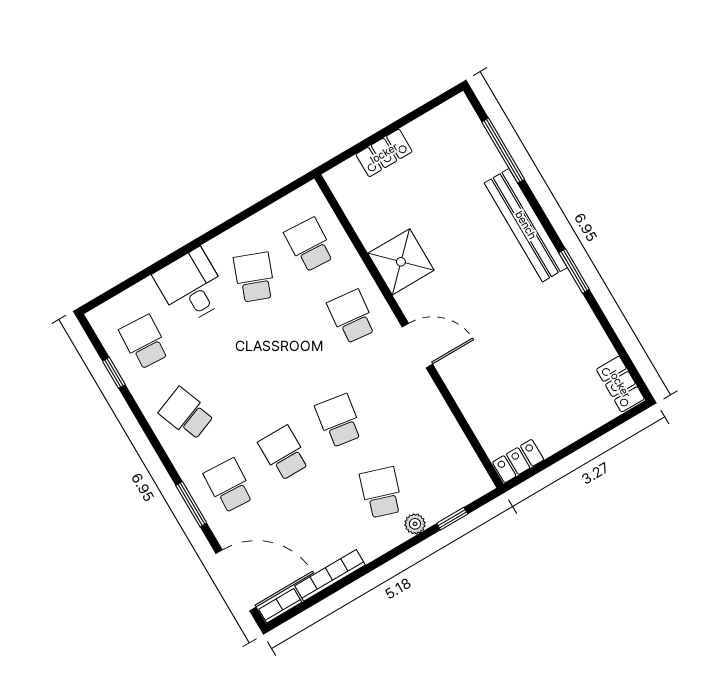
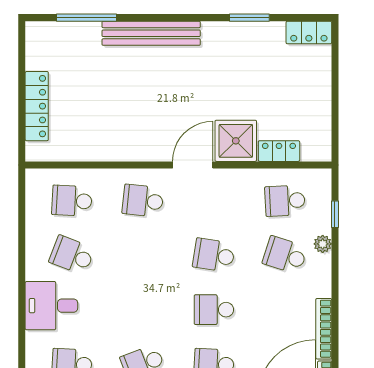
locker: (384, 153) -> (37, 106), width x1.53
shower: (401, 262) -> (236, 141), moved
window: (574, 271) -> (249, 18), moved
school desk: (436, 460) -> (285, 201), added
locker: (518, 461) -> (279, 151), moved, turned 90

